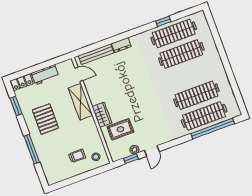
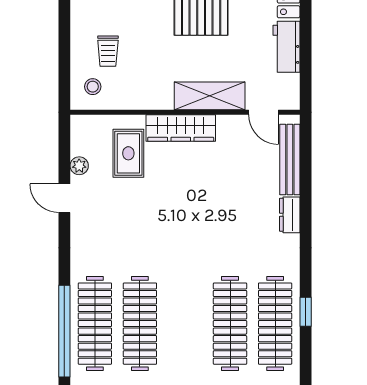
door: (79, 74) -> (263, 112), hinge flipped
wardrobe: (102, 115) -> (181, 128), width x1.50
window: (131, 159) -> (64, 152), removed

